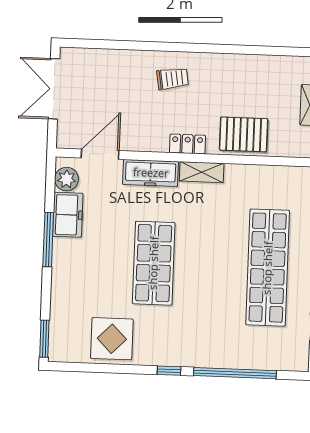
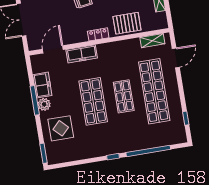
shelving: (202, 172) -> (152, 41), moved
plant: (67, 179) -> (44, 104), moved
shop shelf: (211, 265) -> (124, 96), added
display table: (112, 339) -> (61, 128), moved

